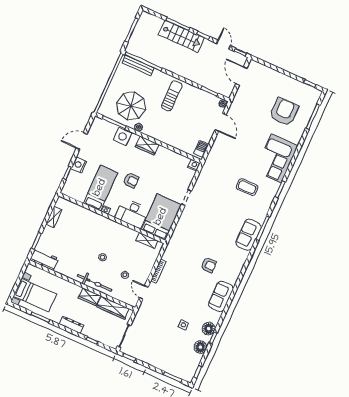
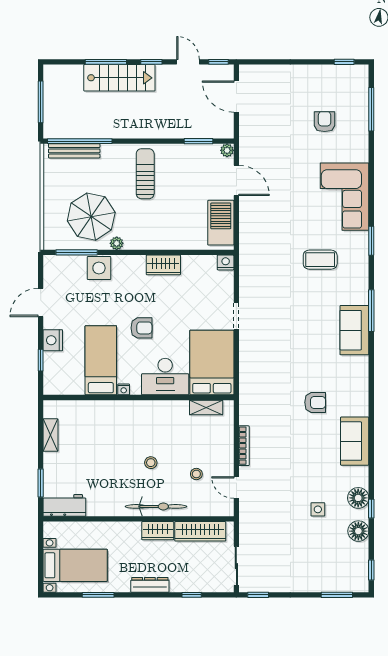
armchair: (284, 112) -> (325, 122), width x0.53, depth x0.53
wardrobe: (147, 146) -> (163, 265), moved
barbecue: (201, 149) -> (221, 223), width x1.88, depth x1.53

